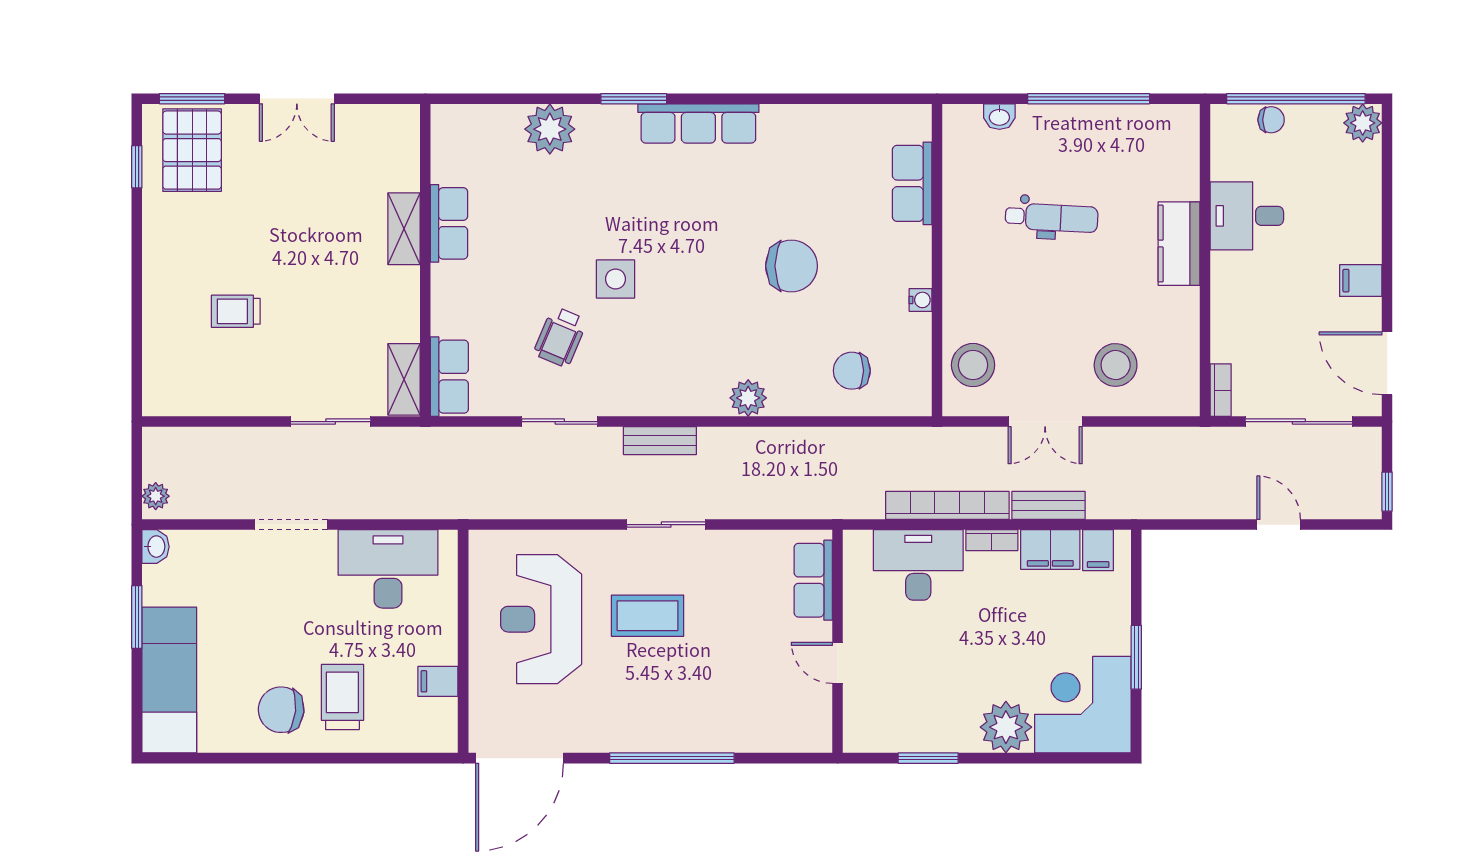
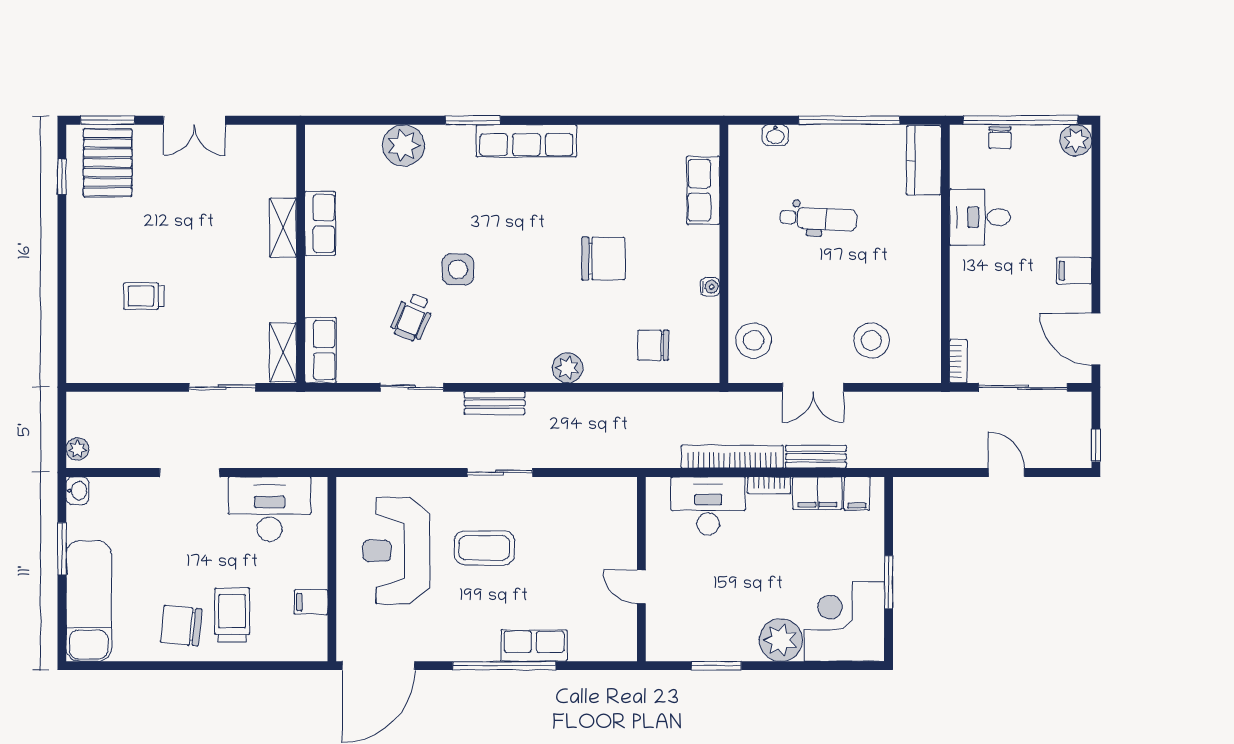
chair: (1271, 120) -> (1000, 138), turned 90
kitchen counter: (1179, 244) -> (924, 160), moved
row of seats: (813, 580) -> (534, 646), moved, turned 90

